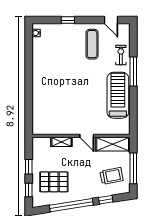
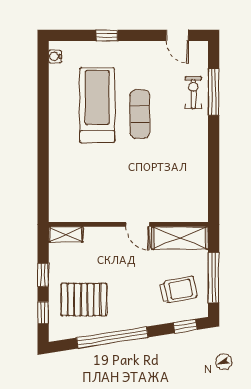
exercise mat: (92, 44) -> (140, 114), moved
window: (133, 71) -> (214, 92), moved
treadmill: (118, 95) -> (97, 105), moved
shelving: (61, 142) -> (66, 234), moved
window: (106, 200) -> (185, 326), moved

